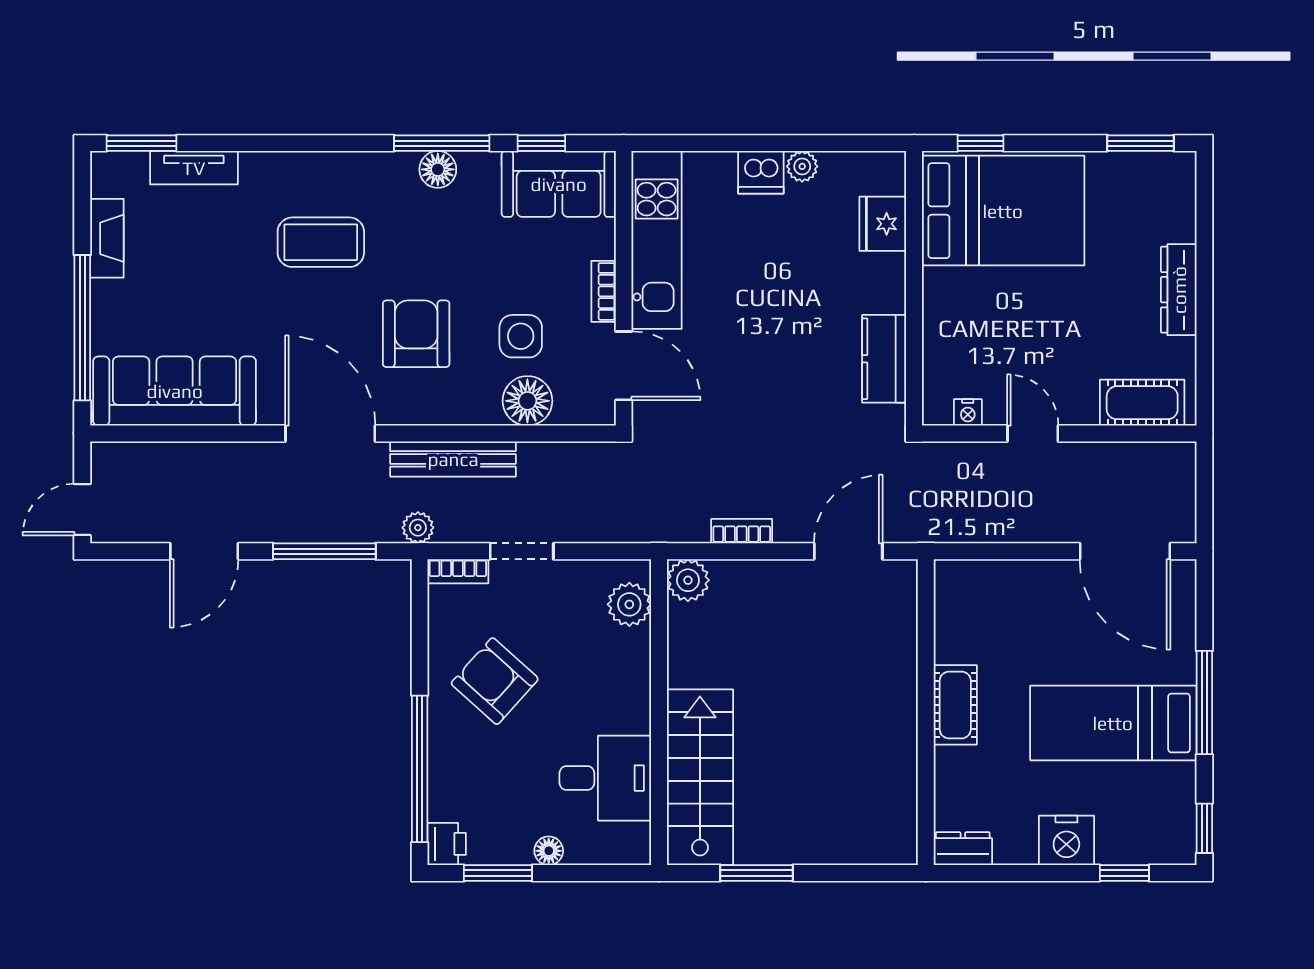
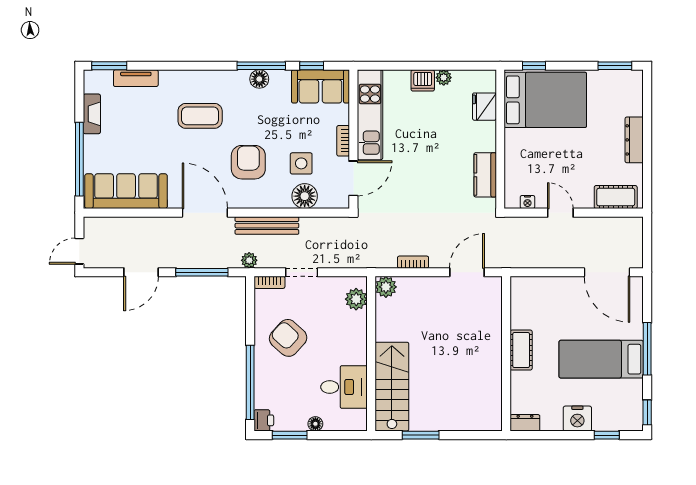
door: (624, 366) -> (353, 178), hinge flipped

